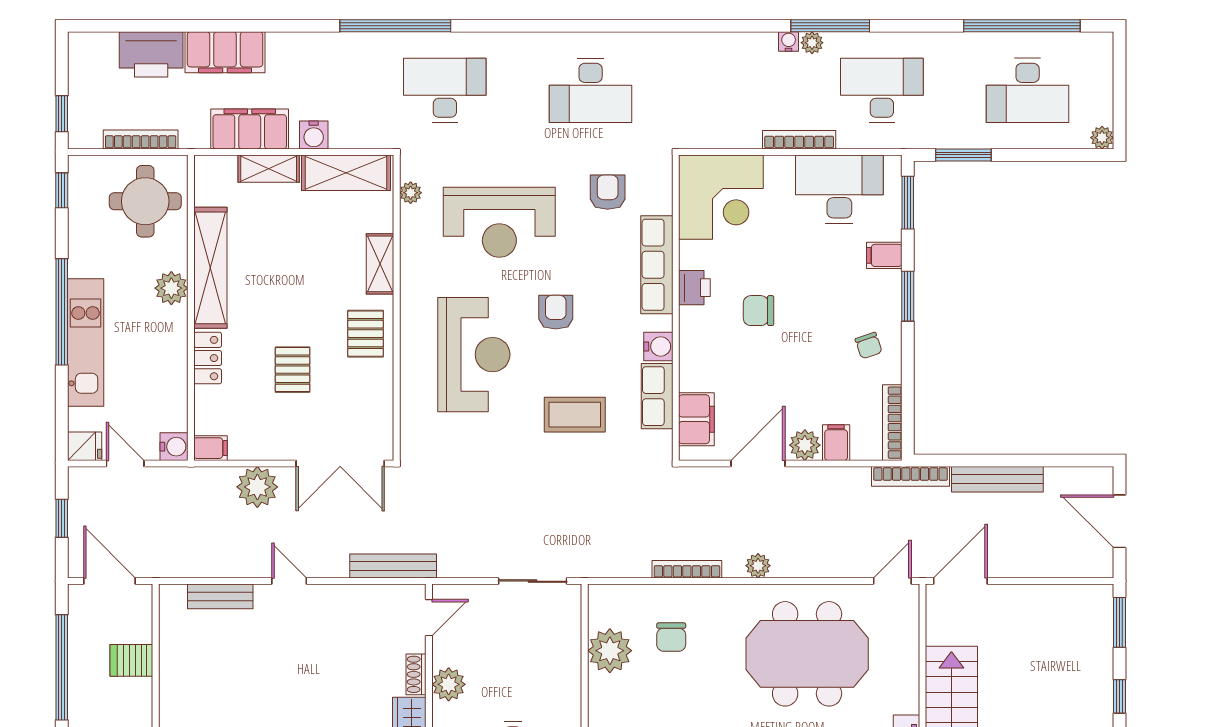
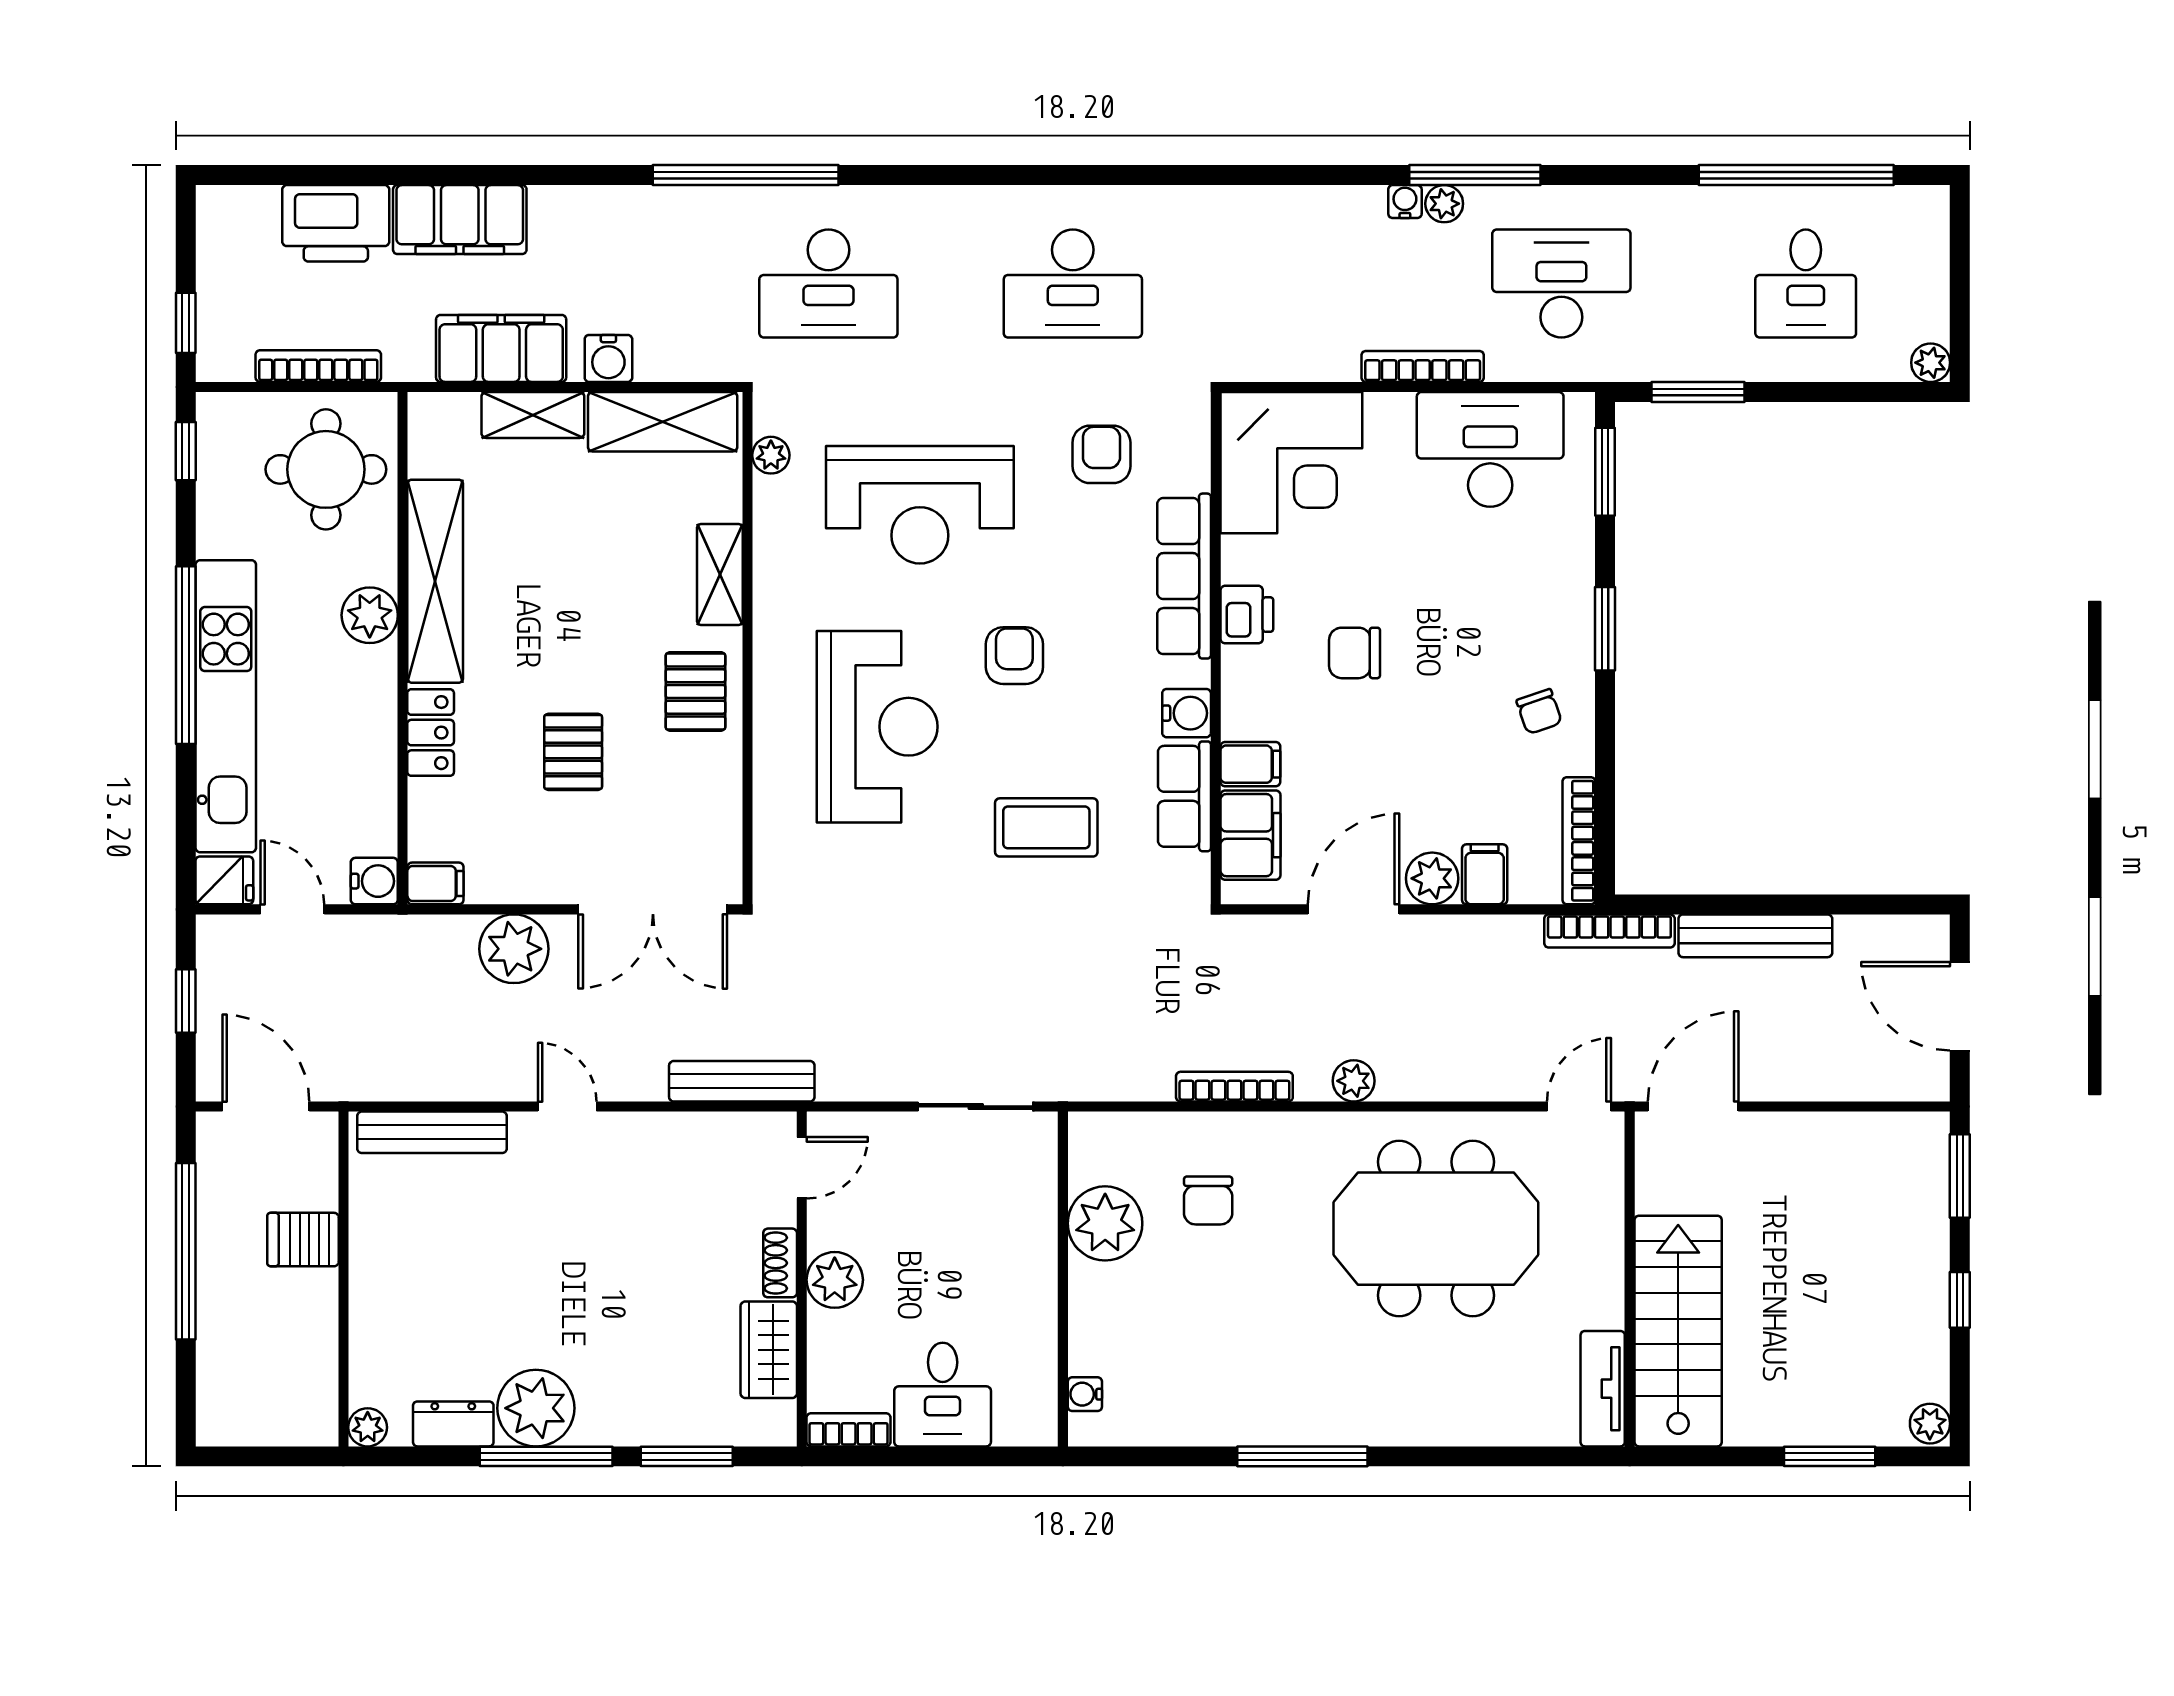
desk: (445, 90) -> (828, 284), turned 180
desk: (1028, 90) -> (1806, 284), width x0.73
filing cabinet: (884, 255) -> (1250, 764), moved, turned 180
kitchen unit: (86, 342) -> (226, 706), width x1.36
bench: (220, 596) -> (432, 1132), width x1.36

